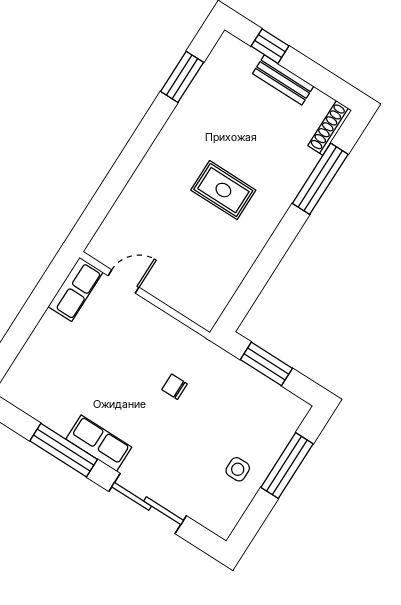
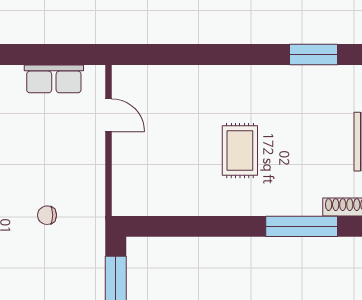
row of seats: (76, 289) -> (54, 79), moved
chair: (175, 387) -> (47, 215), turned -90

